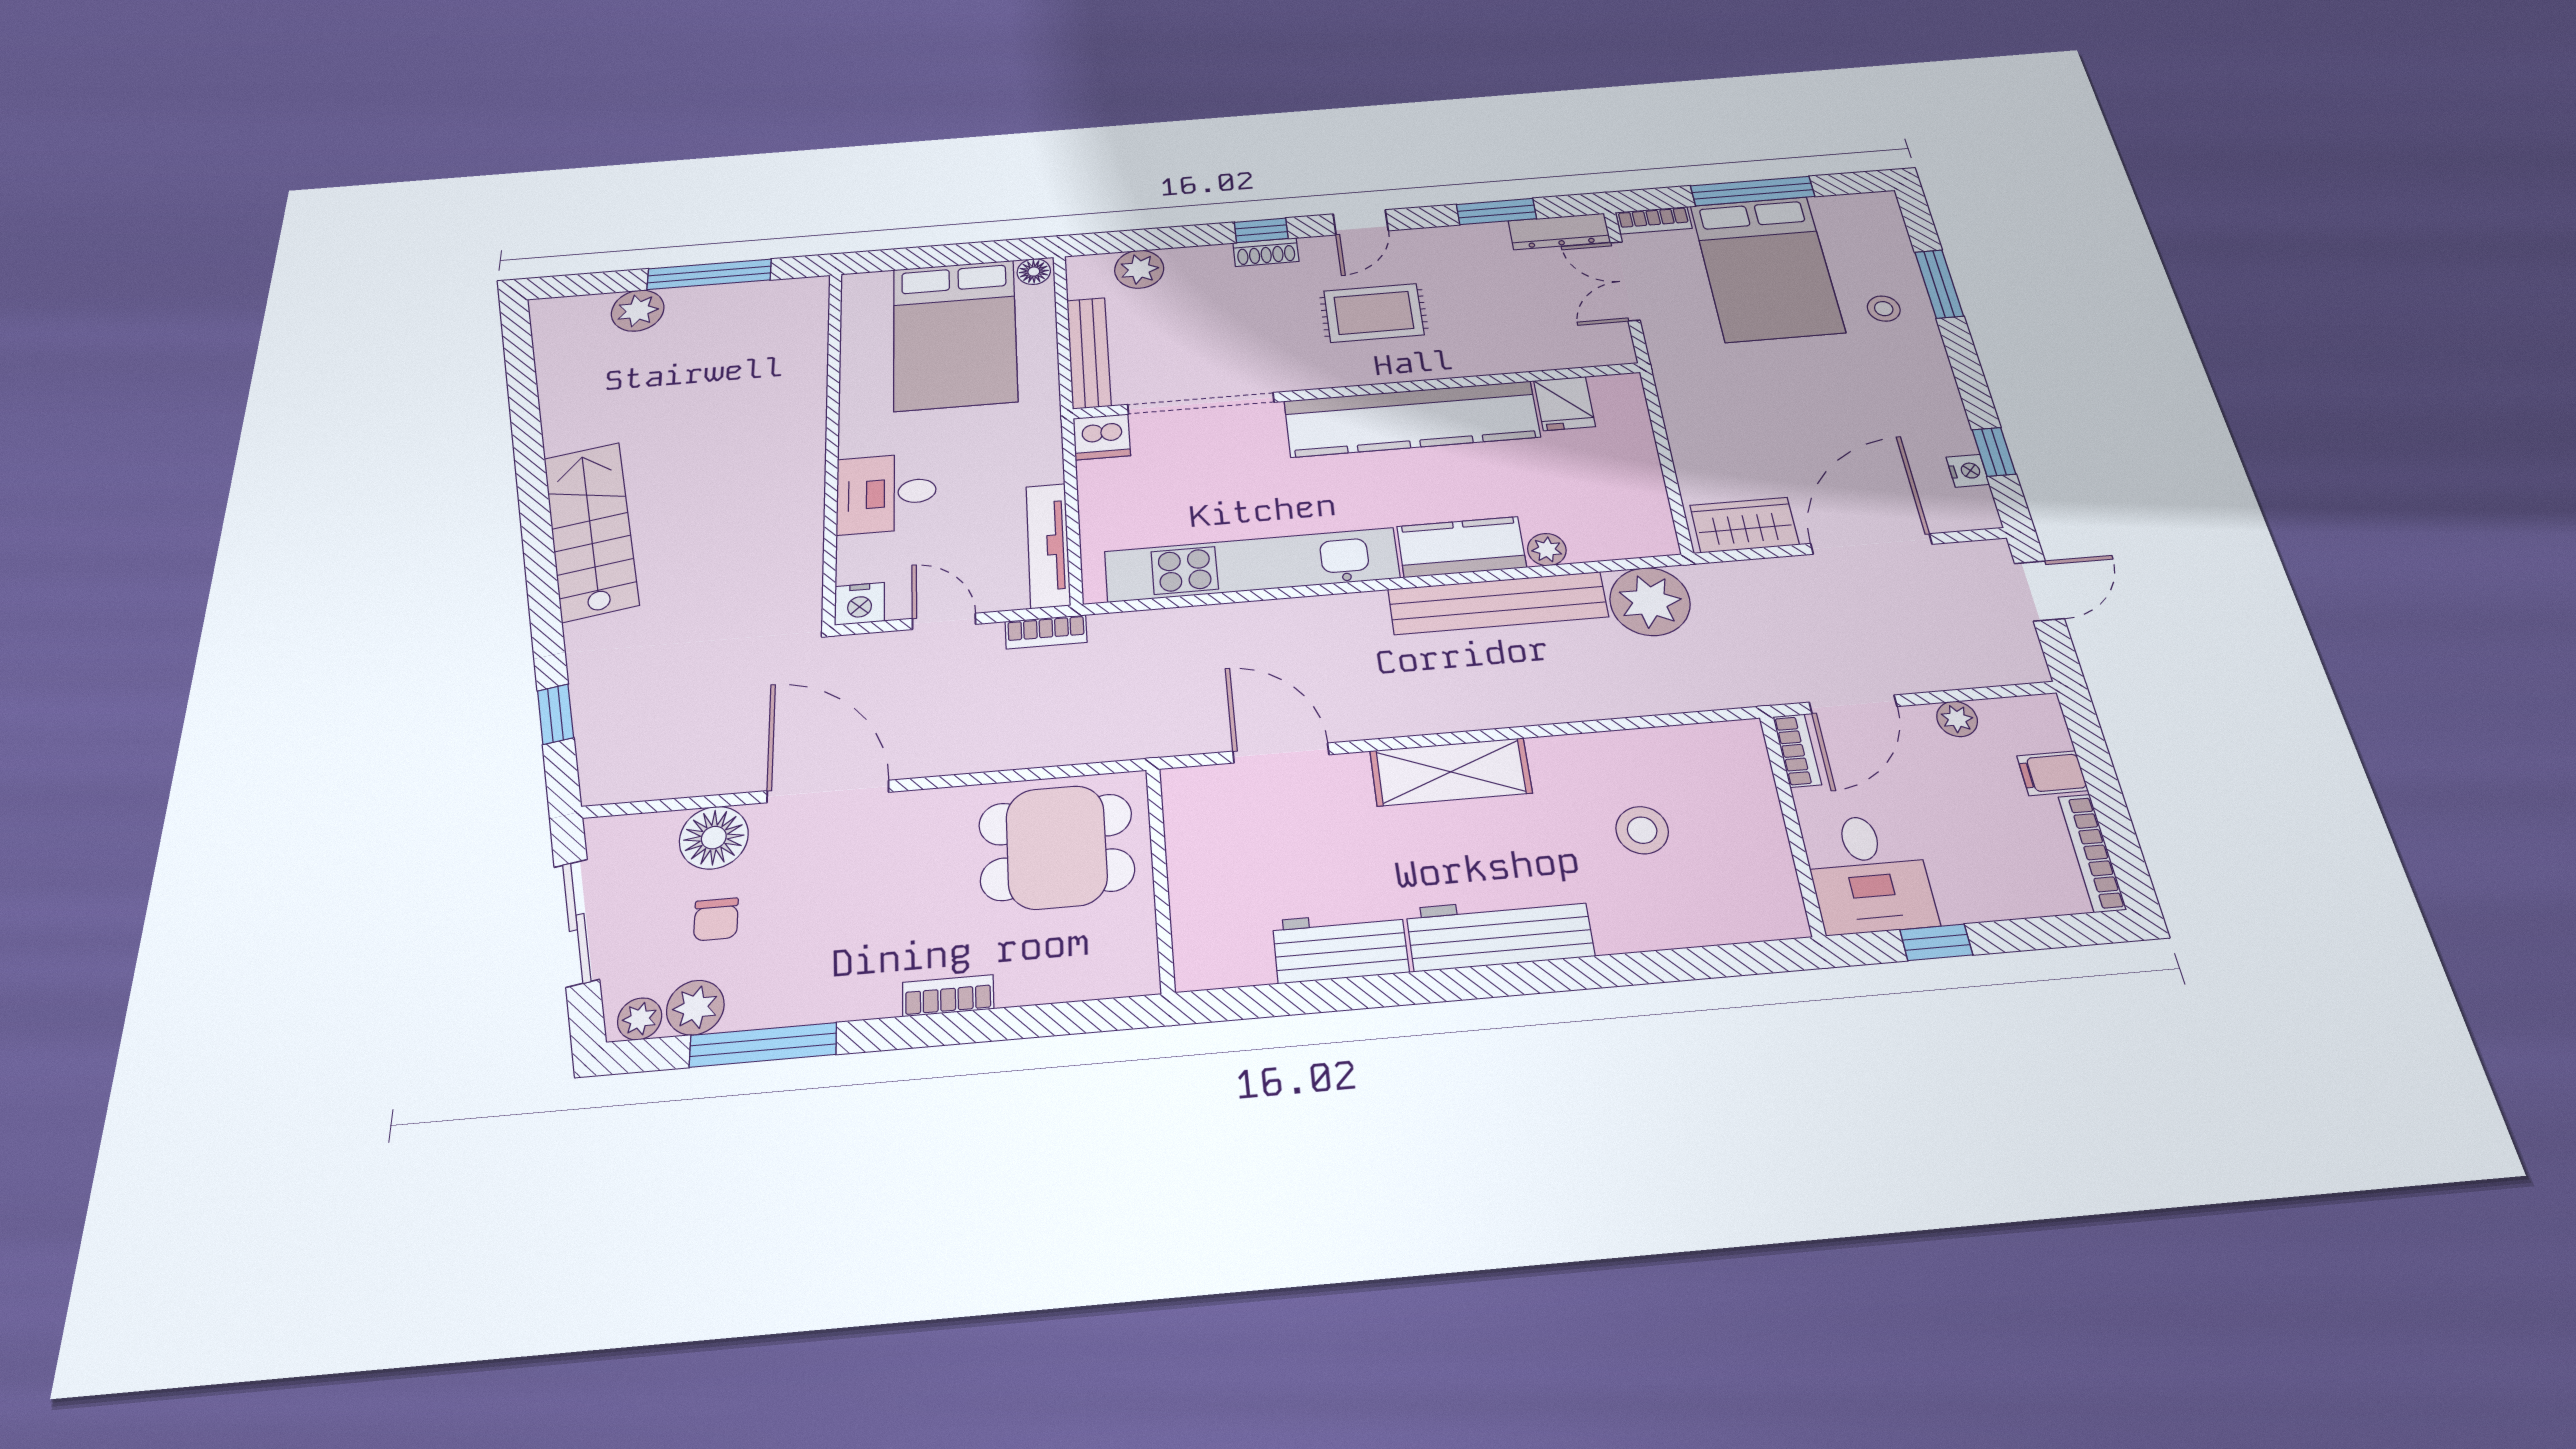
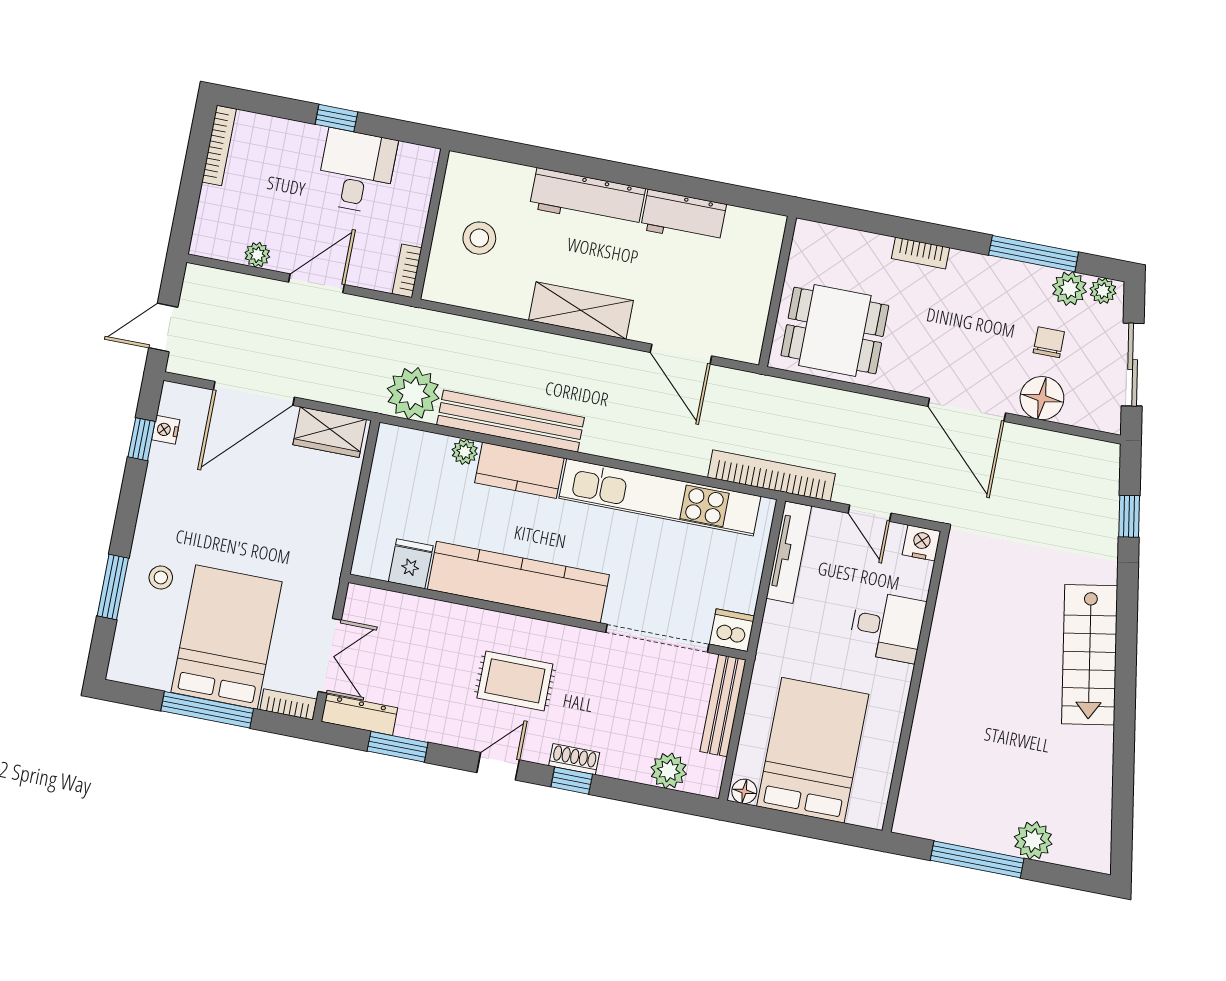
bookcase: (1046, 632) -> (772, 476), width x2.31, depth x1.31
bookcase: (1797, 751) -> (407, 271), moved
filing cabinet: (2052, 773) -> (217, 202), removed
wall: (1792, 824) -> (431, 224), moved

